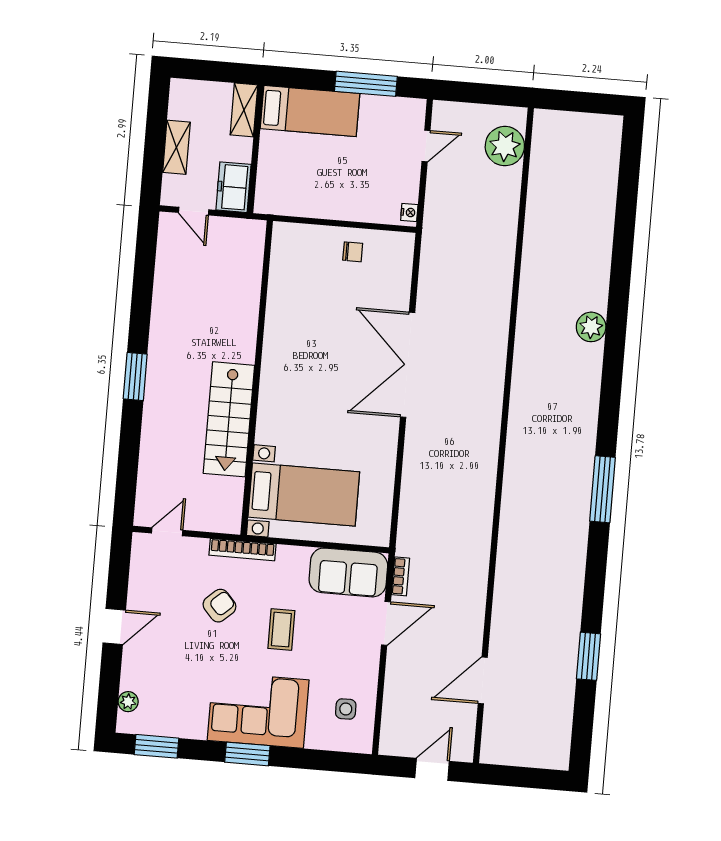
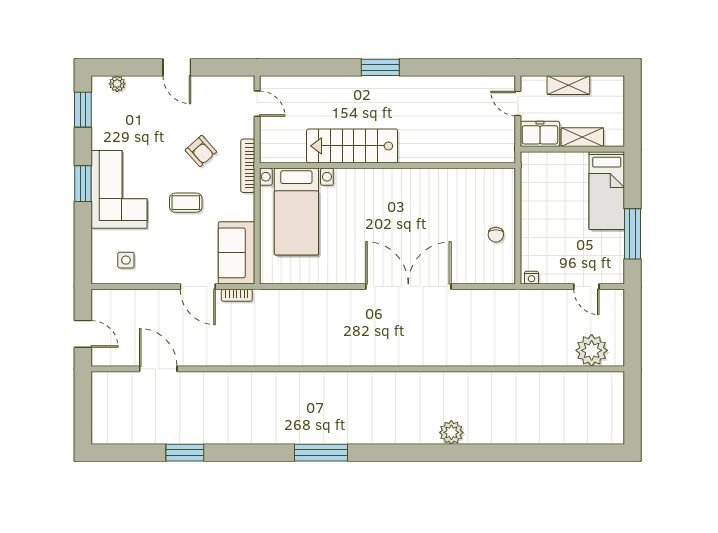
shelving: (244, 110) -> (582, 137), moved
door: (194, 211) -> (518, 103), hinge flipped

